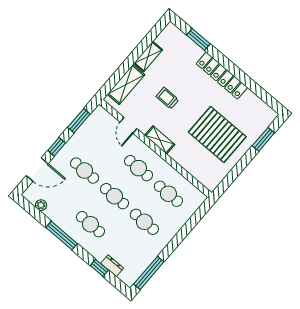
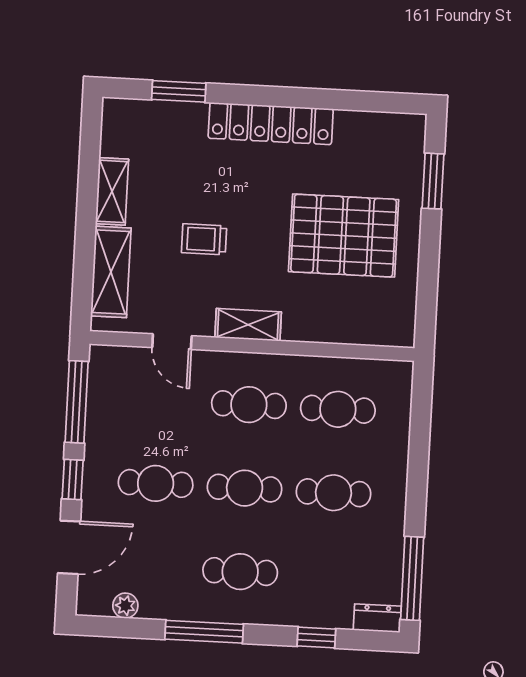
window: (79, 121) -> (77, 402), width x1.44
dresser: (112, 266) -> (377, 618), moved

